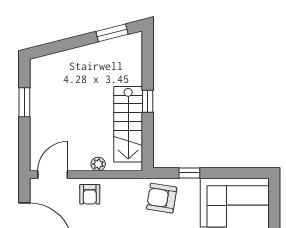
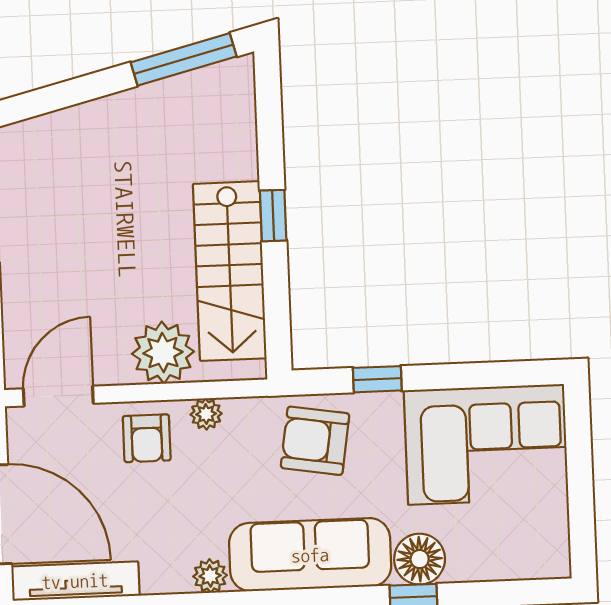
window: (112, 33) -> (184, 59), width x1.44
plant: (98, 164) -> (163, 353), width x1.87, depth x1.87
plant: (116, 185) -> (206, 414), added

